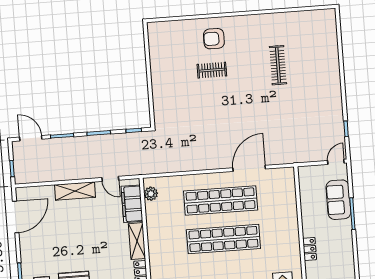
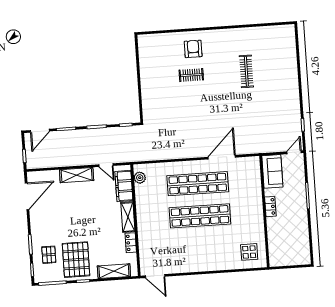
armchair: (214, 39) -> (193, 49), turned 90
door: (31, 138) -> (40, 131), swing flipped
sofa: (338, 200) -> (272, 171), moved, turned 180
locker: (310, 249) -> (270, 207), moved

